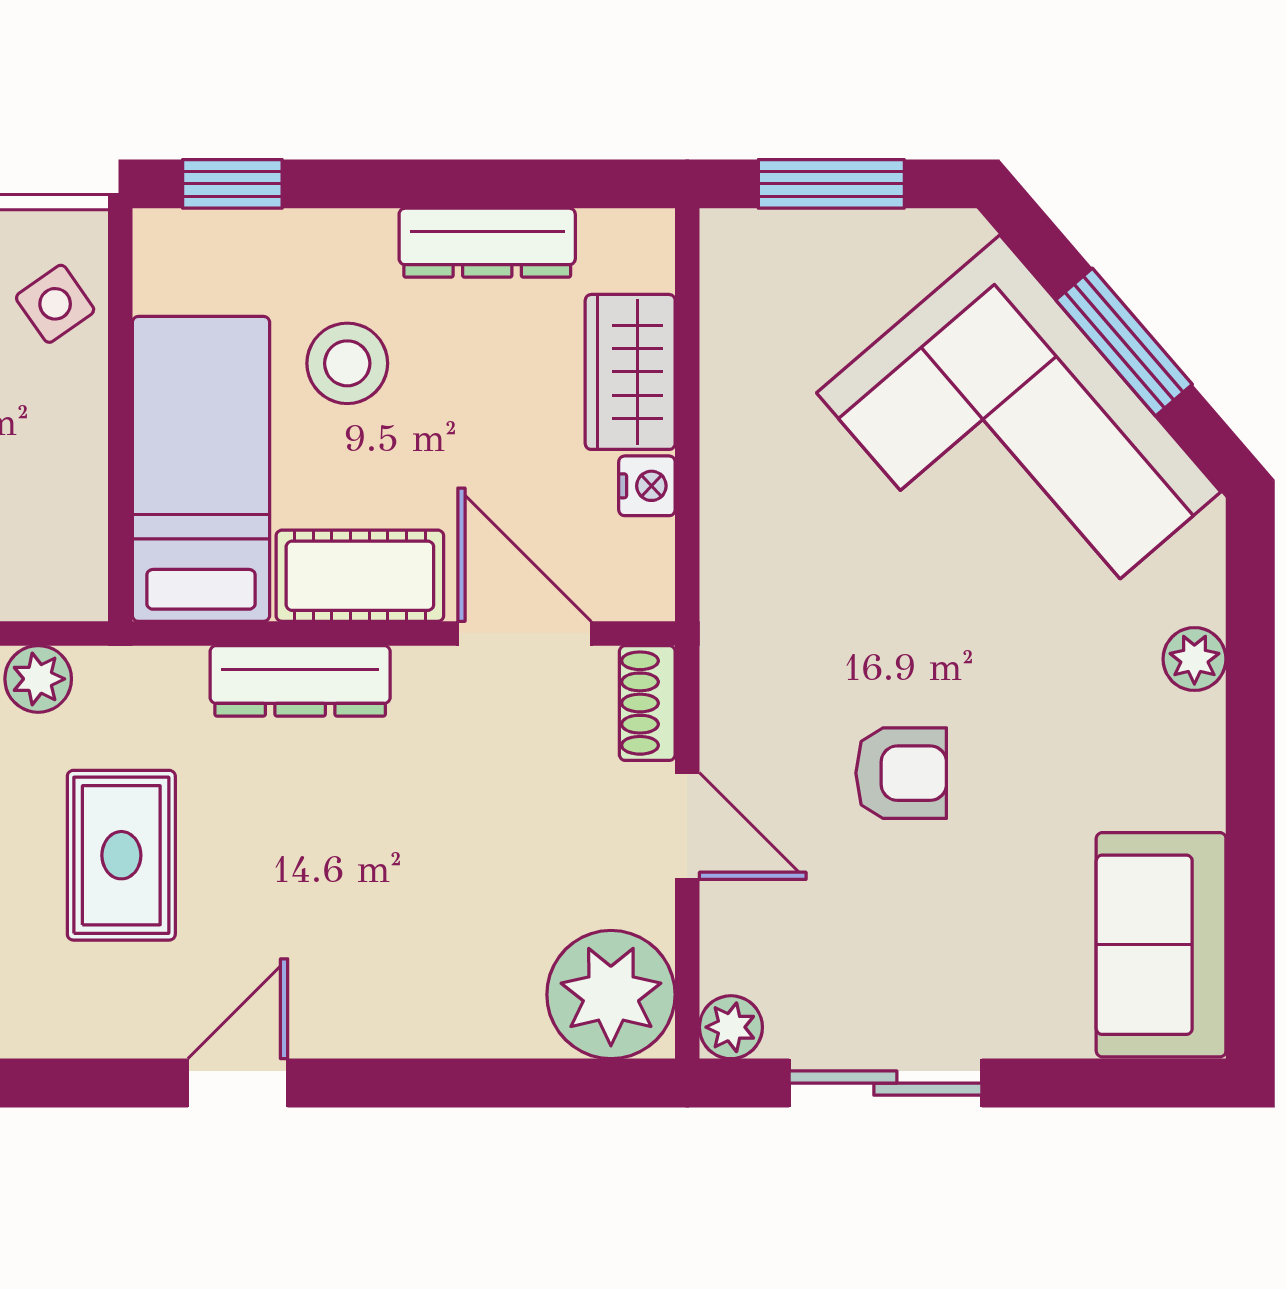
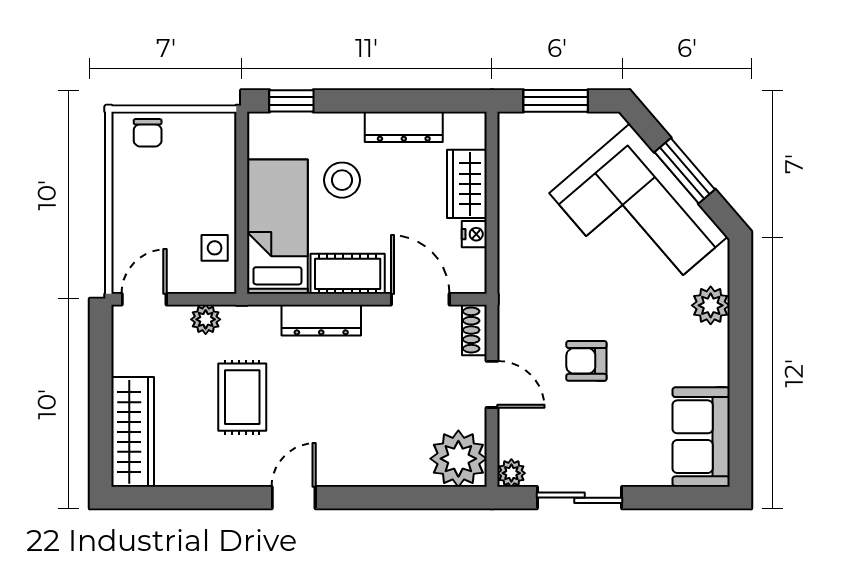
side table: (55, 304) -> (215, 248), moved, turned 35
plant: (1194, 659) -> (711, 305), width x1.38, depth x1.38
armchair: (901, 773) -> (586, 361), turned 180

